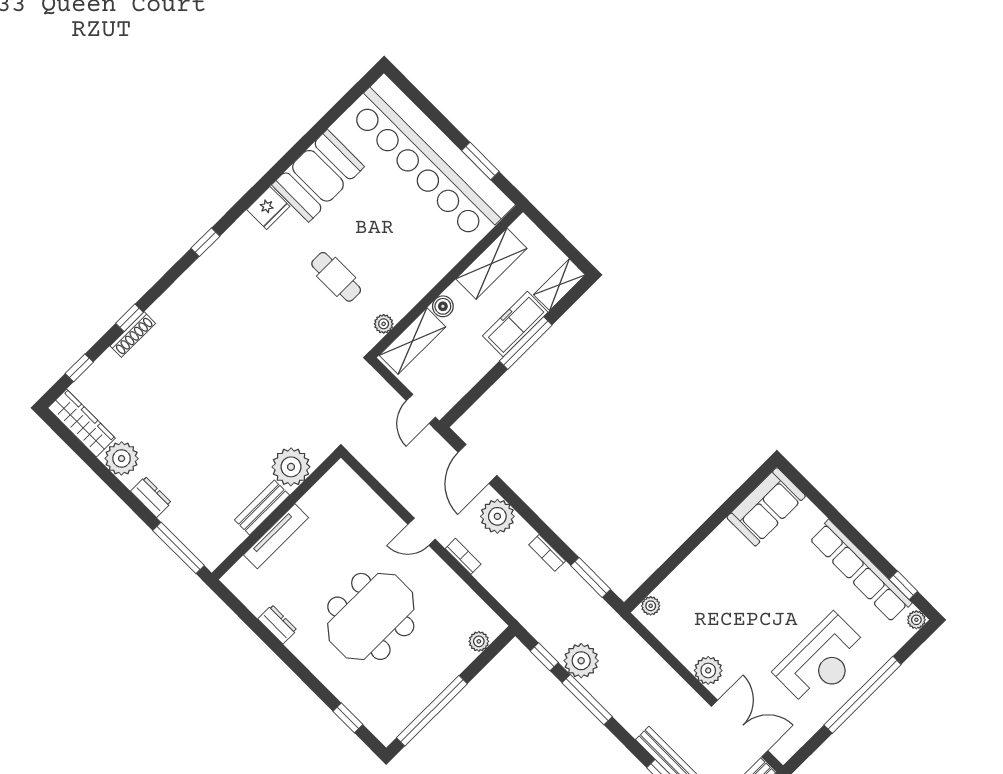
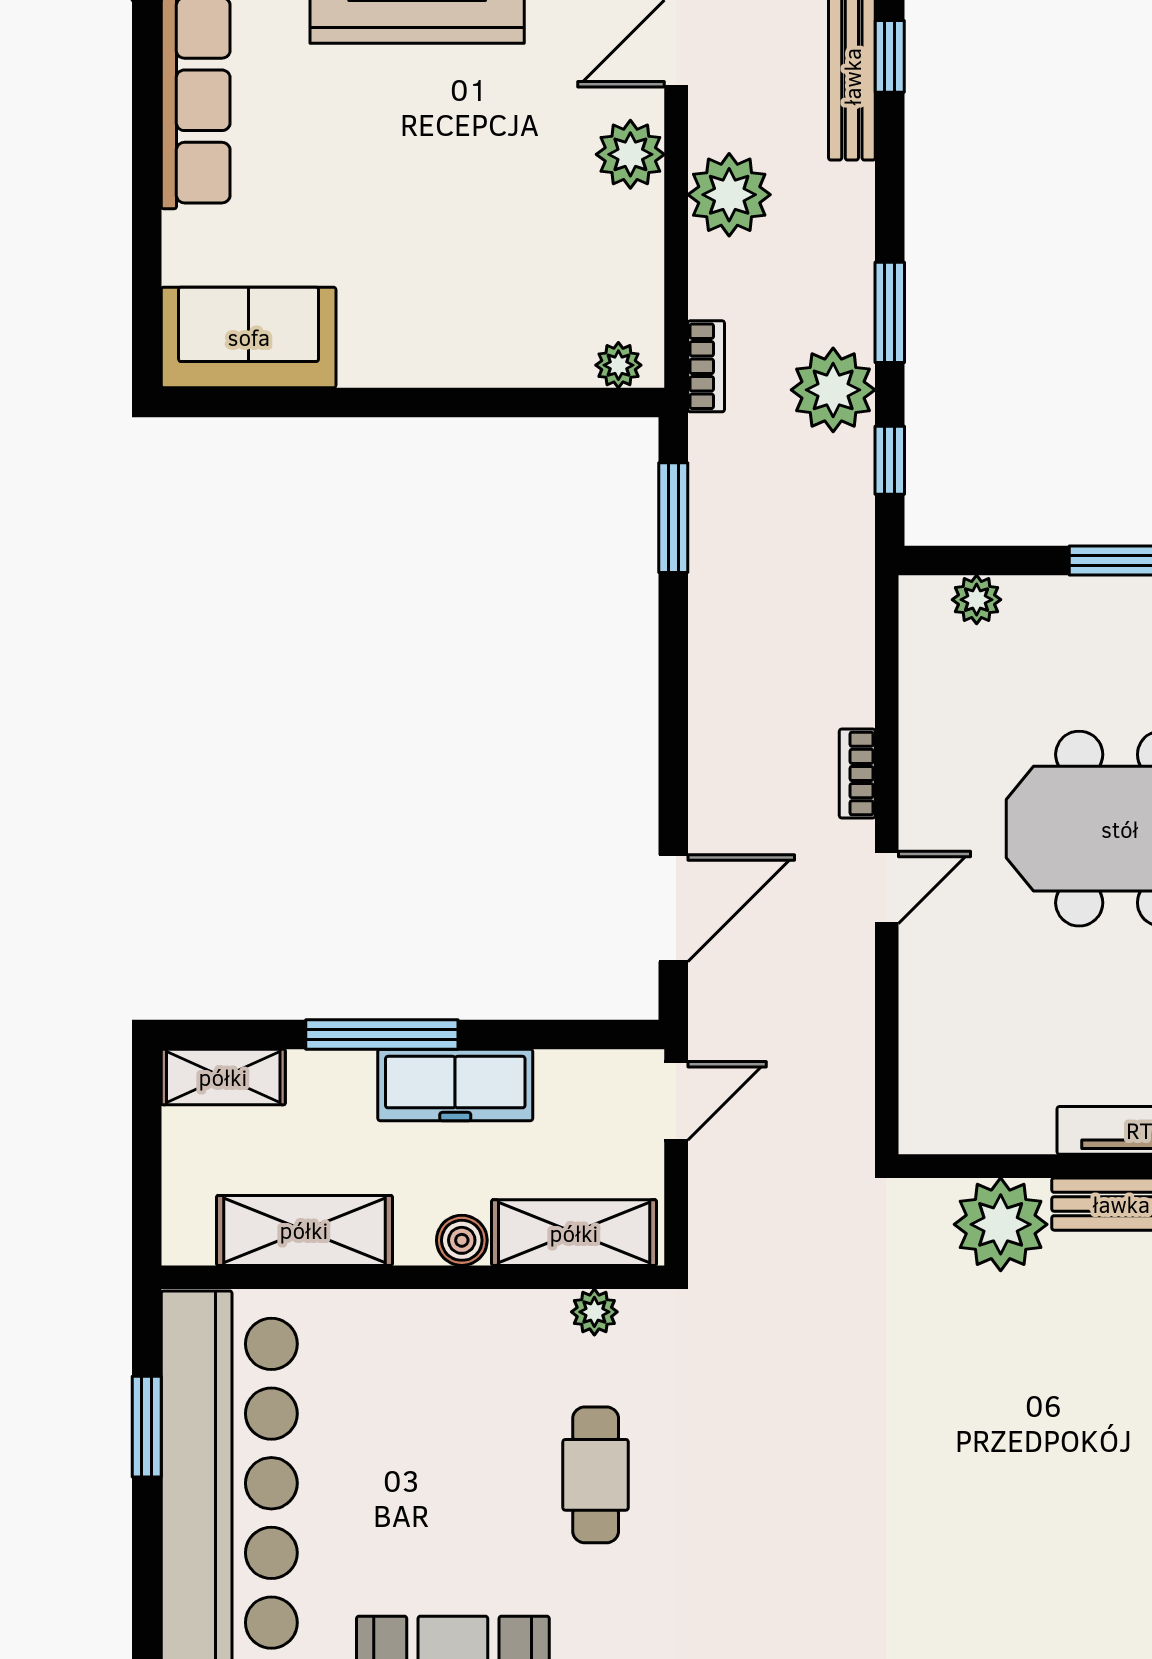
freezer: (515, 324) -> (455, 1085), moved
plant: (497, 516) -> (729, 195), moved
door: (422, 532) -> (887, 887), hinge flipped
bookcase: (547, 553) -> (706, 366), moved
window: (587, 700) -> (890, 312), width x0.69

